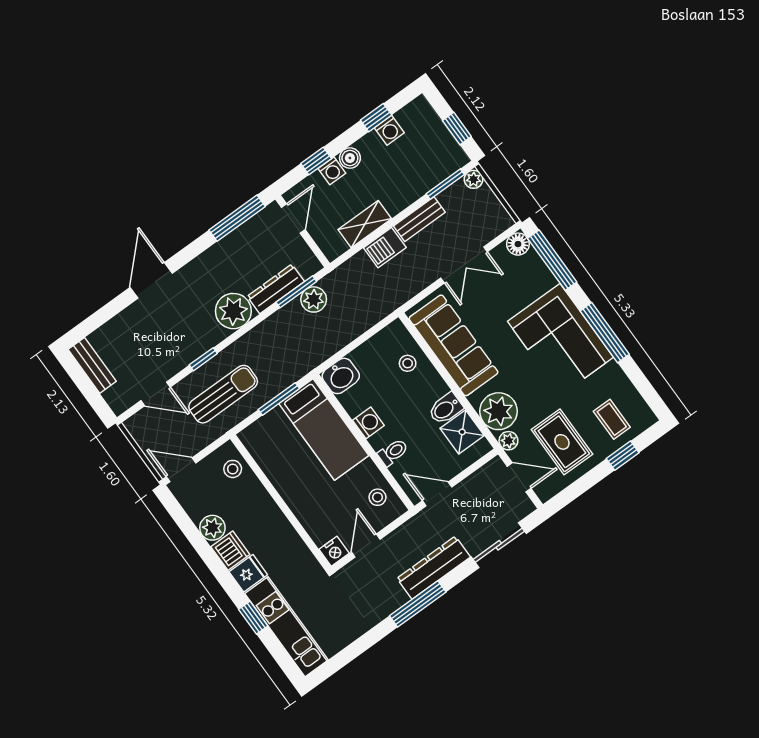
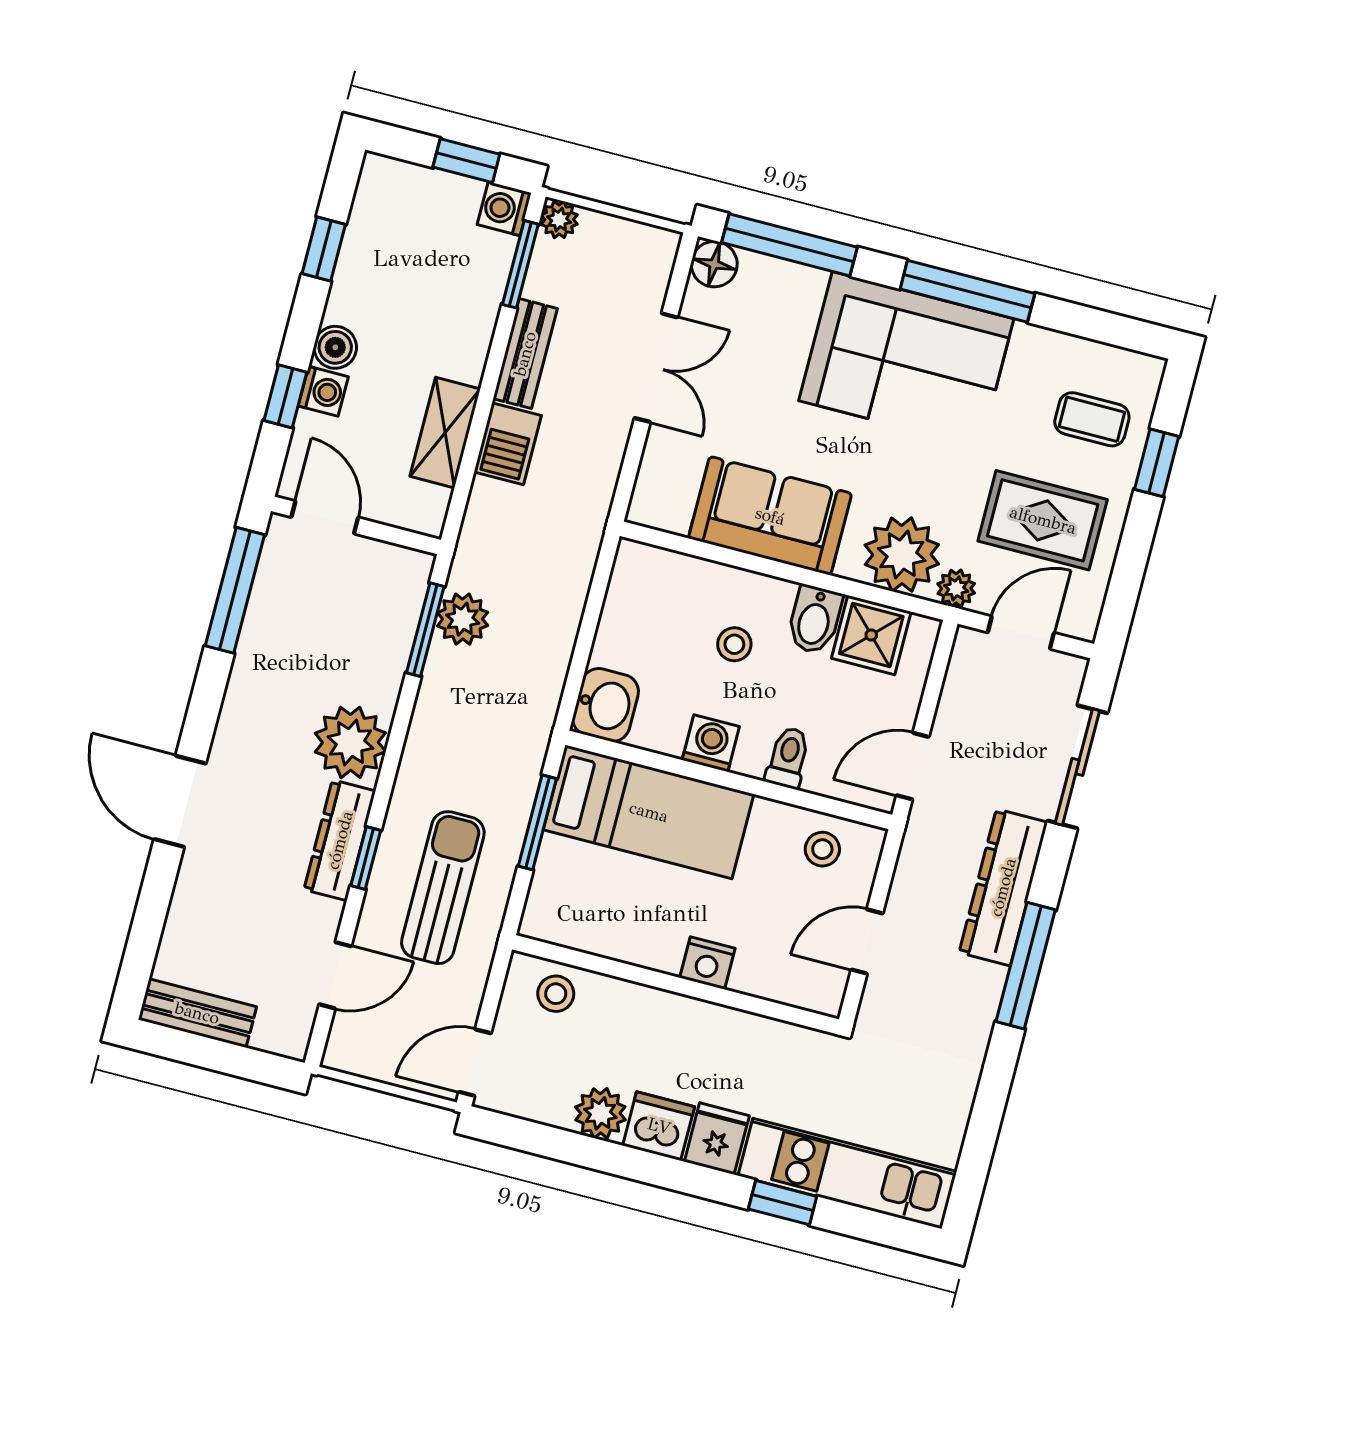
washing machine: (389, 130) -> (504, 209), moved, turned 180
dresser: (276, 289) -> (340, 840), moved
sofa: (453, 345) -> (770, 516), width x0.73
stool: (408, 363) -> (734, 644), moved
door: (366, 546) -> (867, 942), hinge flipped
nightstand: (334, 551) -> (707, 963), moved, turned 90

